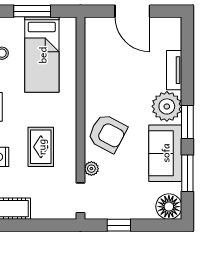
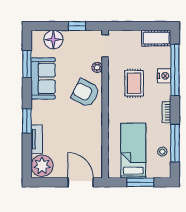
door: (132, 11) -> (81, 182), moved
plant: (167, 106) -> (42, 166), moved
window: (187, 122) -> (27, 121), moved
floor lamp: (169, 207) -> (53, 40), moved

